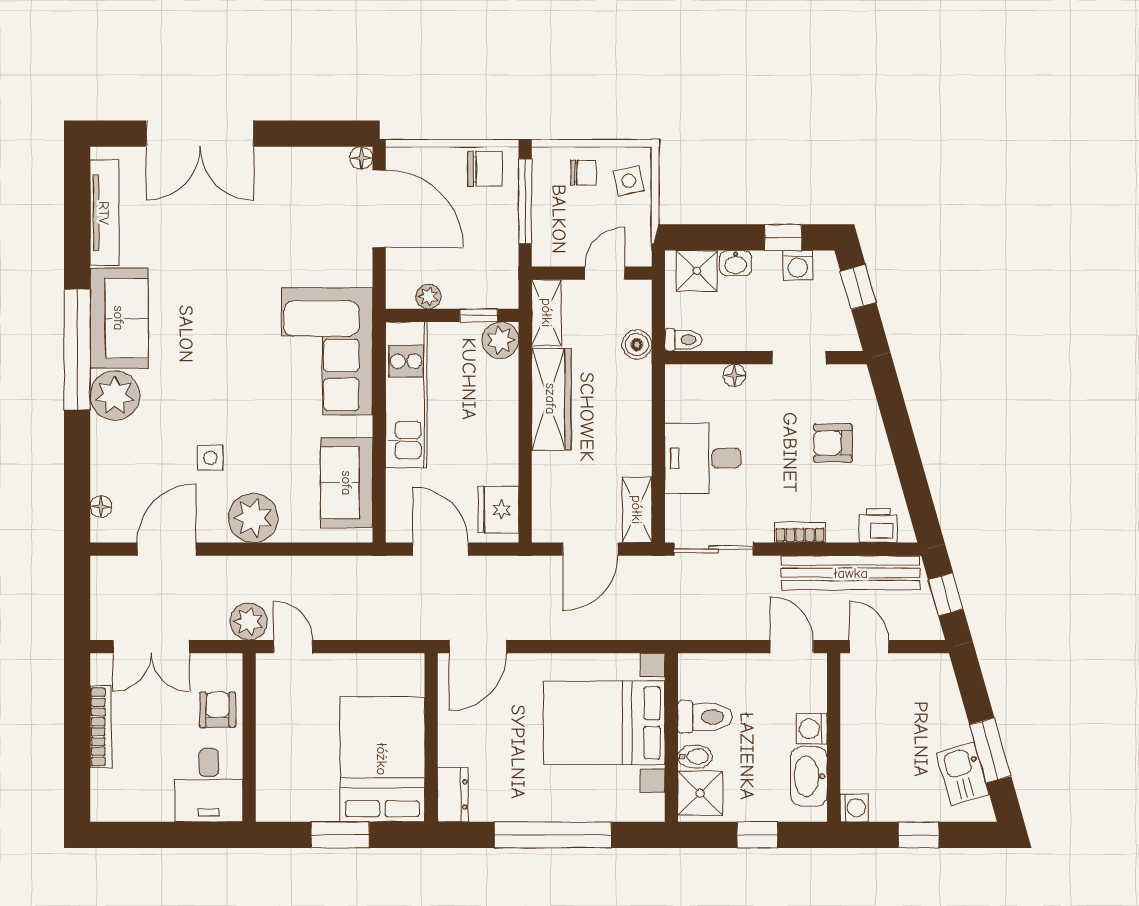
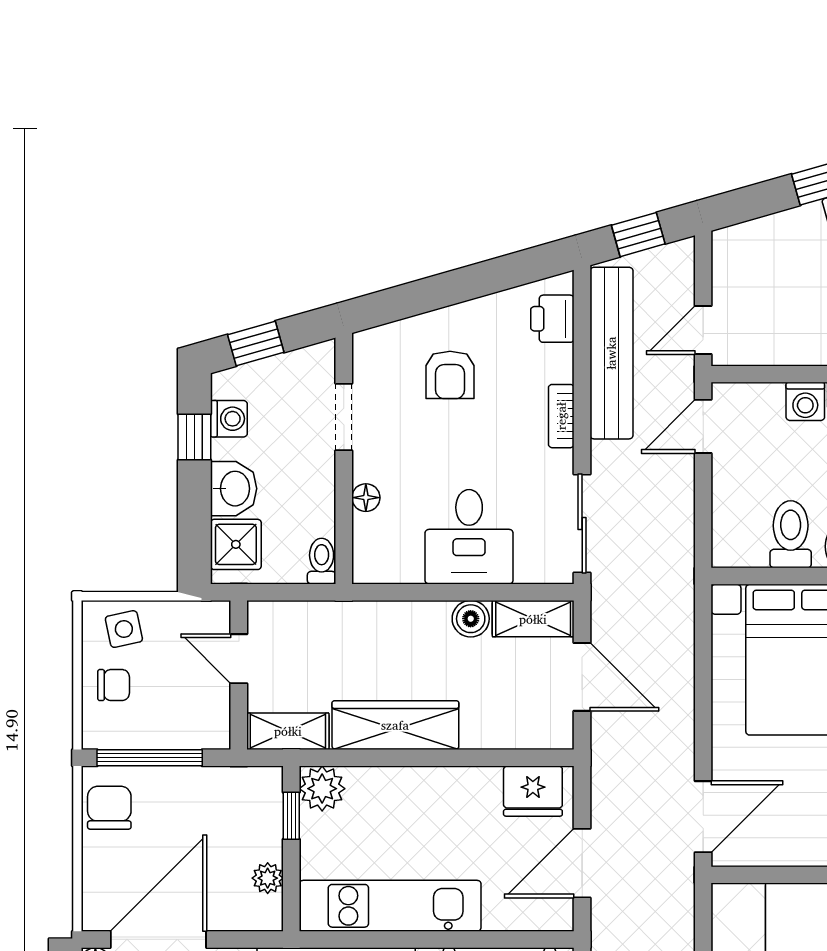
chair: (584, 173) -> (114, 685), turned 90
washbasin: (736, 263) -> (234, 489), width x1.38, depth x1.45
boiler: (637, 345) -> (471, 619), moved
door: (478, 647) -> (703, 817), hinge flipped

